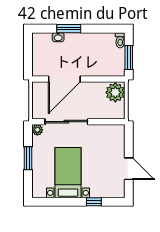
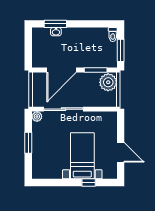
window: (69, 29) -> (55, 24), moved
window: (102, 79) -> (96, 70), added
bed with nightstands: (68, 173) -> (82, 156), moved

